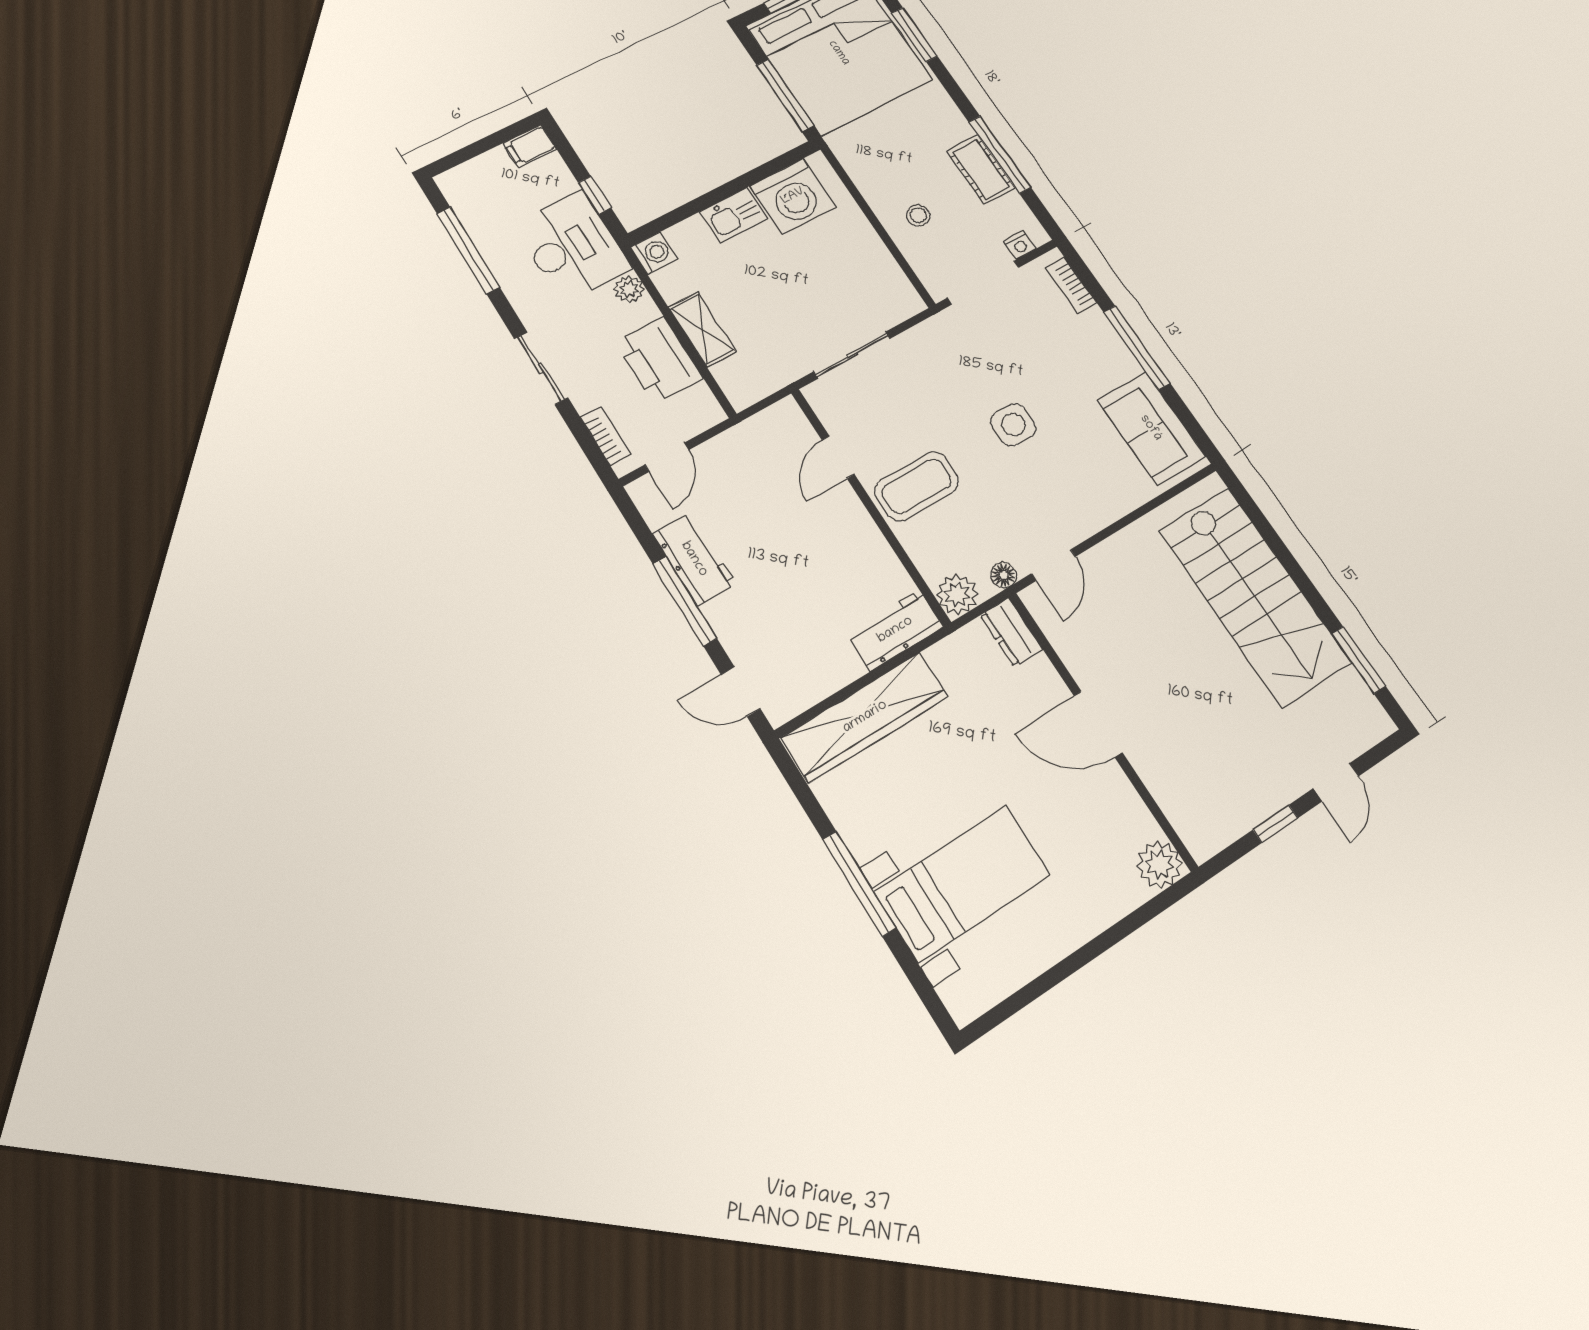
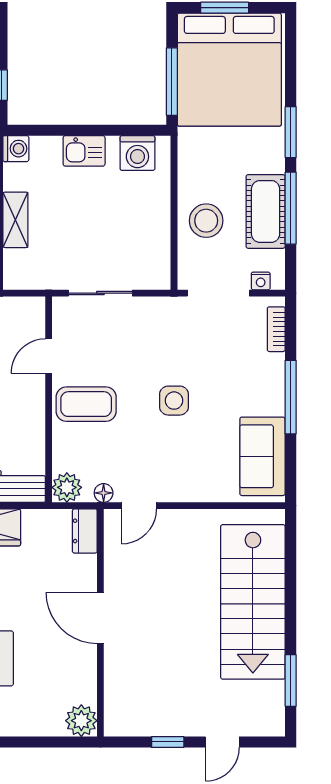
window: (914, 35) -> (291, 132), moved
cot: (981, 169) -> (266, 211), width x1.37, depth x1.34
washing machine: (793, 196) -> (137, 153), width x0.73, depth x0.73
stool: (918, 215) -> (206, 221), width x1.89, depth x1.89

